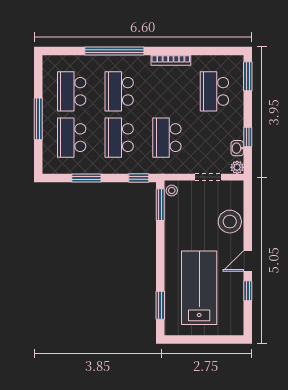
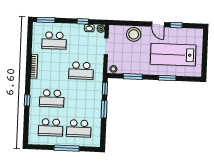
window: (114, 51) -> (27, 100), width x0.32
school desk: (119, 138) -> (80, 100), removed
window: (86, 178) -> (104, 109), moved
window: (160, 205) -> (133, 77), moved
window: (160, 305) -> (167, 78), moved

